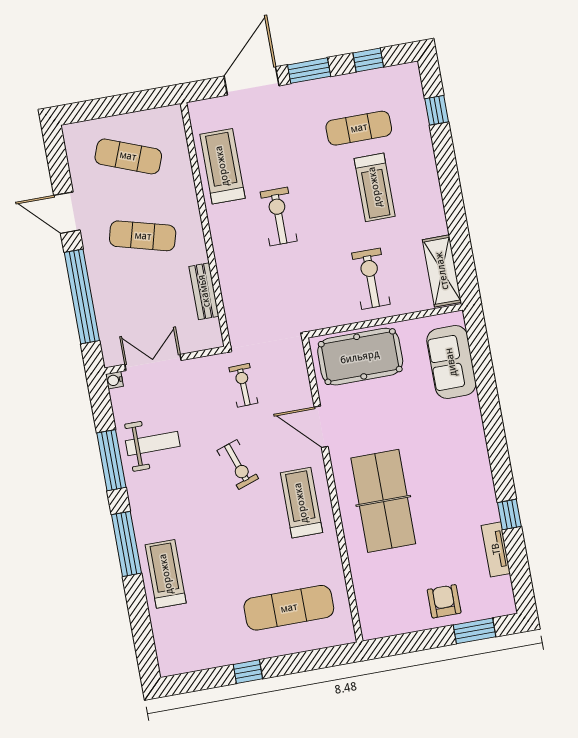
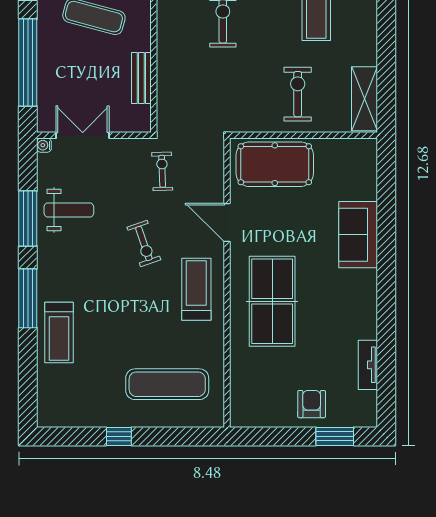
sofa: (451, 362) -> (358, 235), moved
window: (509, 515) -> (386, 335), removed
treadmill: (166, 574) -> (59, 333), turned 180

